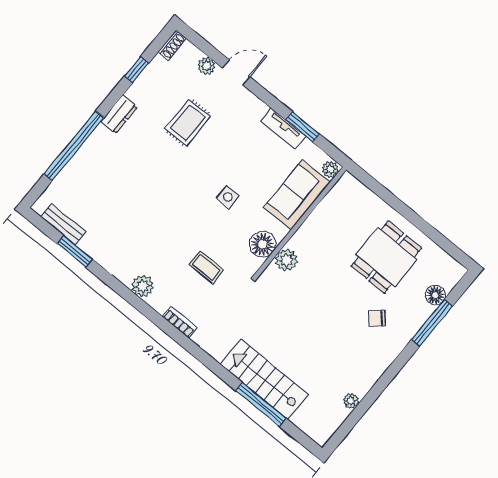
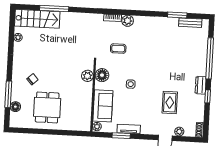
window: (136, 70) -> (208, 96), moved
plant: (143, 286) -> (128, 21), moved
stairs: (264, 379) -> (37, 19), moved

